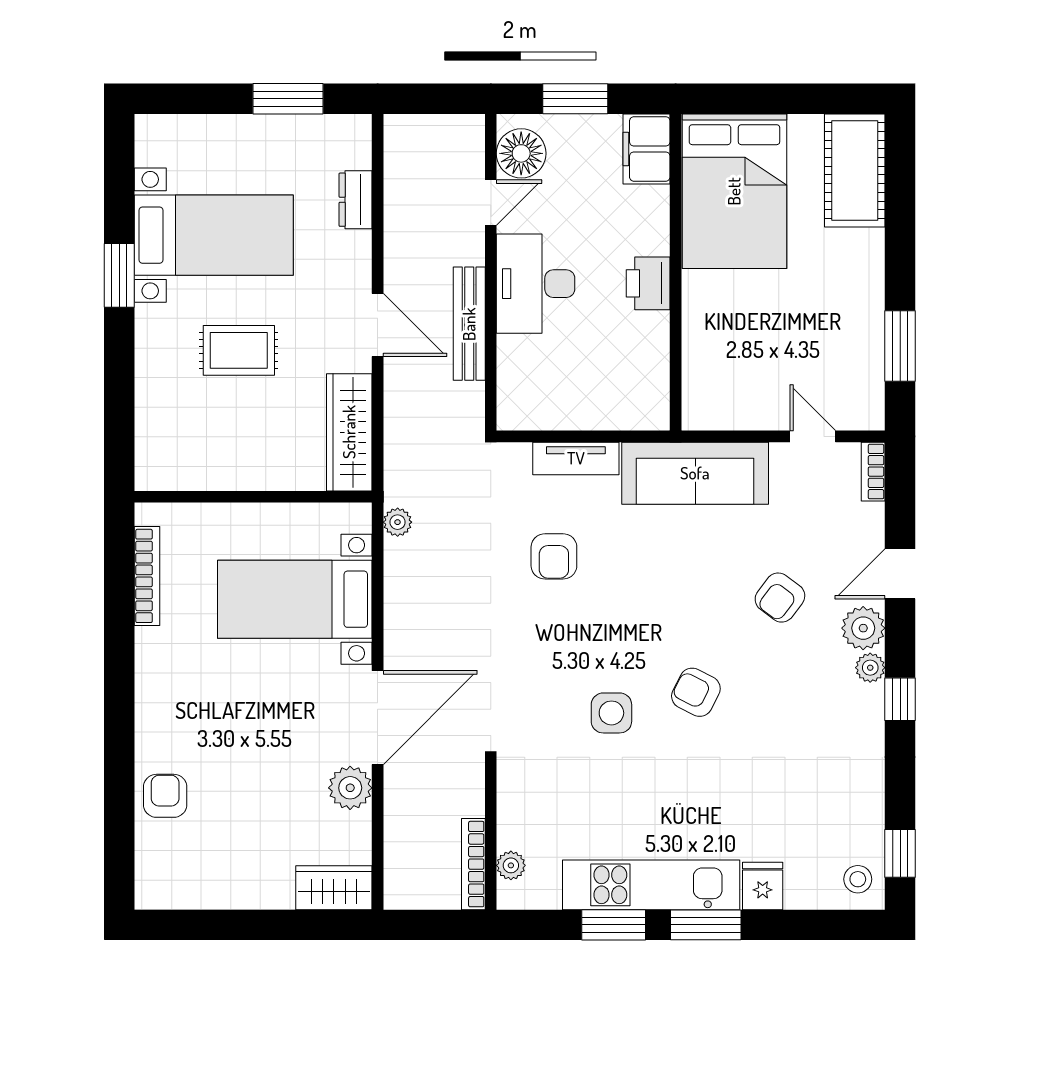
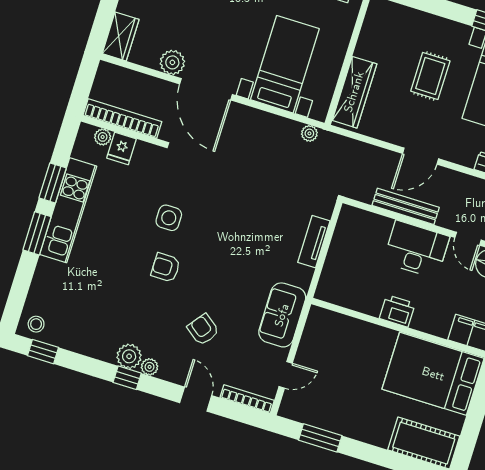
wardrobe: (349, 432) -> (354, 92), moved, turned 90
bookcase: (873, 472) -> (247, 399), width x1.56
sofa: (695, 473) -> (282, 315), width x0.73
armchair: (554, 556) -> (264, 213), removed
plant: (863, 628) -> (129, 356), moved
armchair: (696, 692) -> (166, 267), turned -117
bookcase: (473, 864) -> (122, 118), width x1.48, depth x1.31
fridge: (763, 886) -> (121, 148), moved, turned 90

